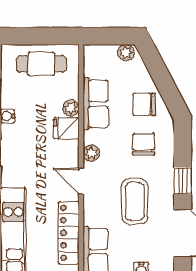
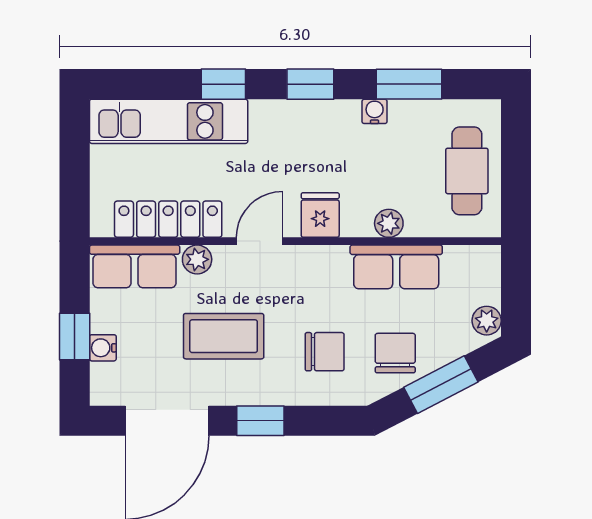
window: (162, 79) -> (441, 385), added
fridge: (66, 128) -> (320, 215), moved
plant: (91, 153) -> (197, 259), moved

